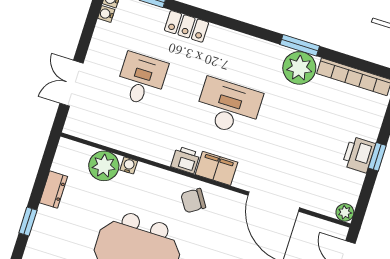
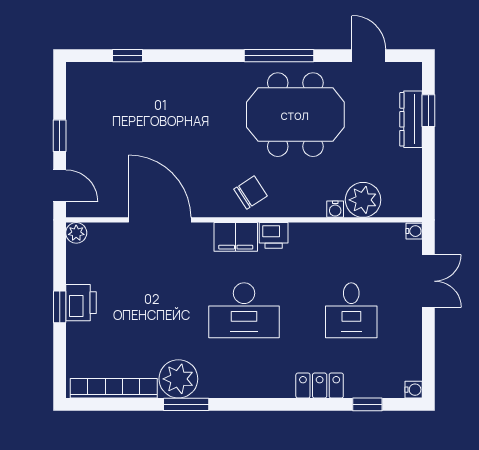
water cooler: (106, 14) -> (414, 231), moved
dresser: (54, 190) -> (411, 119), moved, width x1.44

